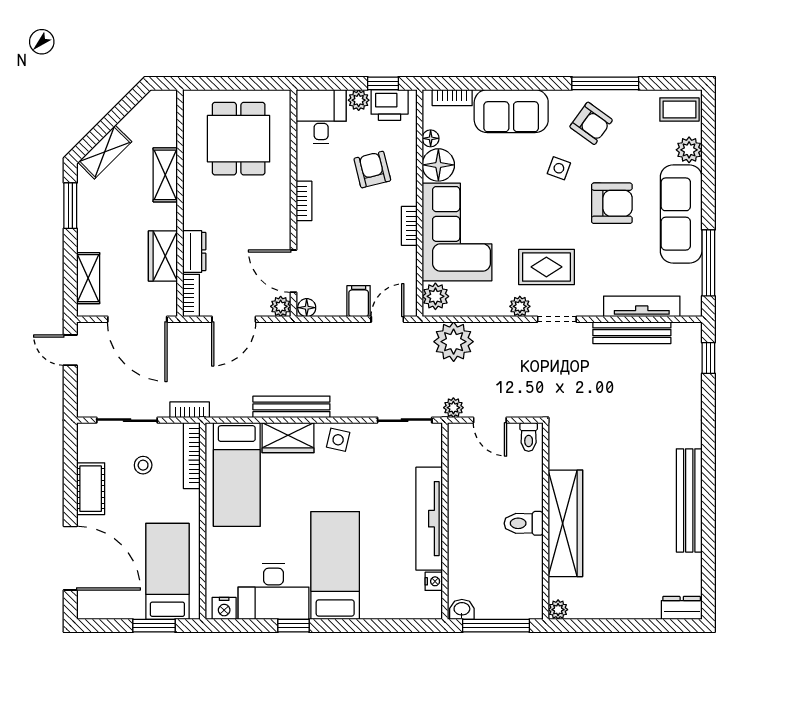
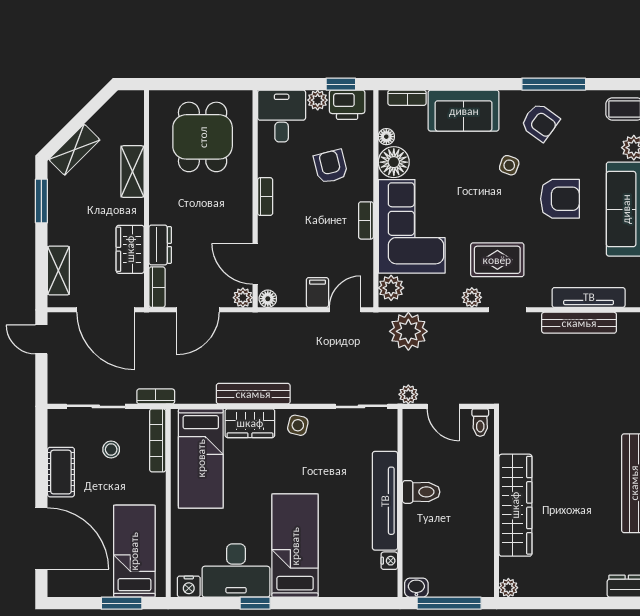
toilet: (524, 523) -> (421, 492), moved, turned 180

